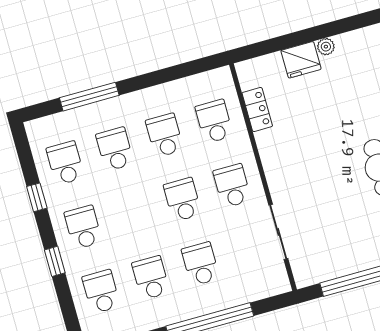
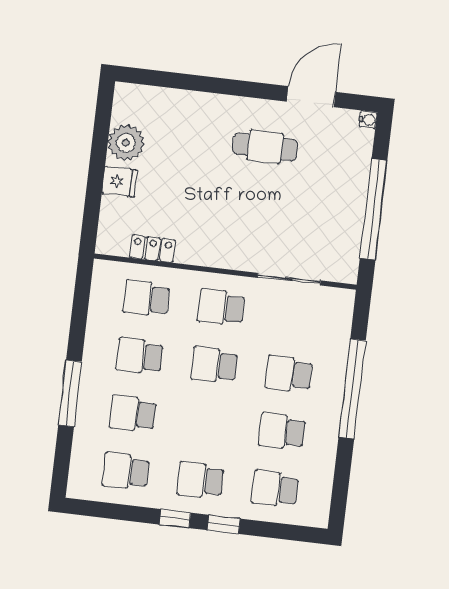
plant: (326, 47) -> (126, 143), width x1.88, depth x1.88
fridge: (301, 60) -> (120, 182), width x0.72
window: (89, 97) -> (70, 393), moved
window: (37, 197) -> (175, 519), moved

